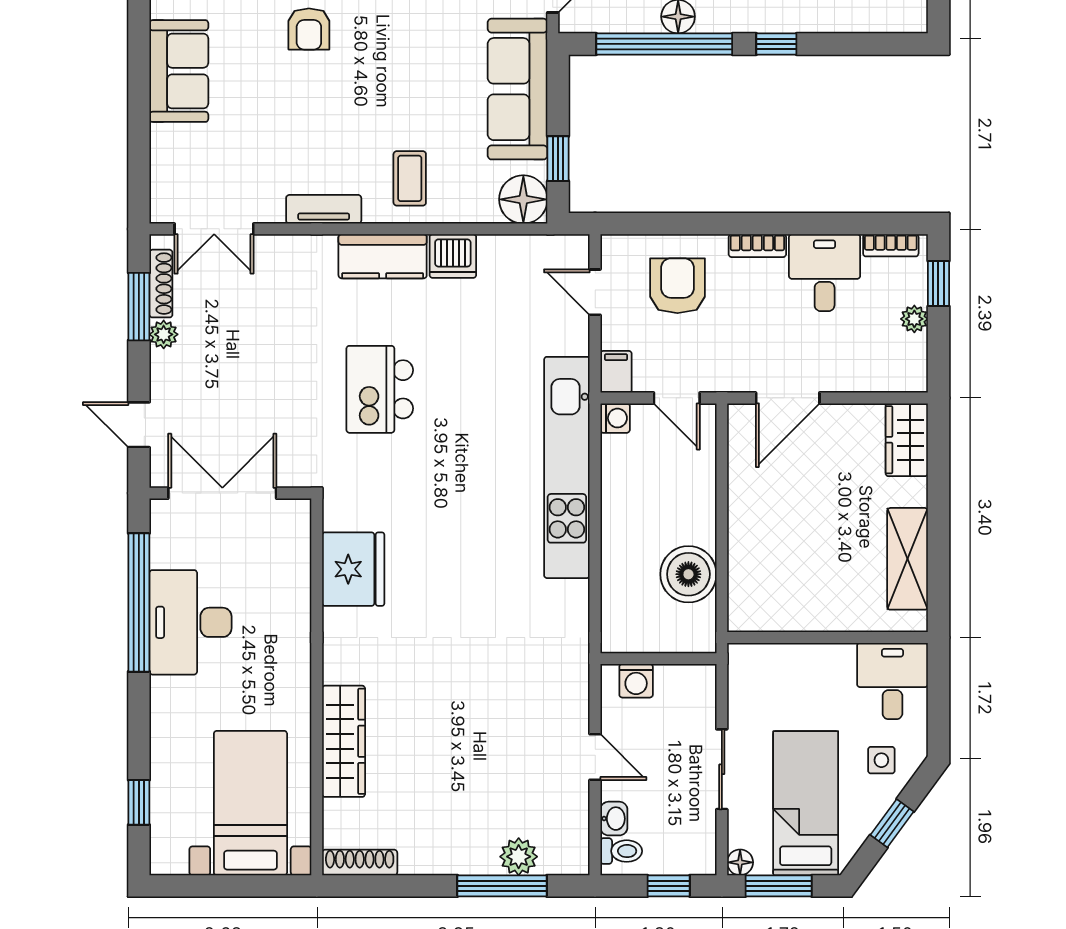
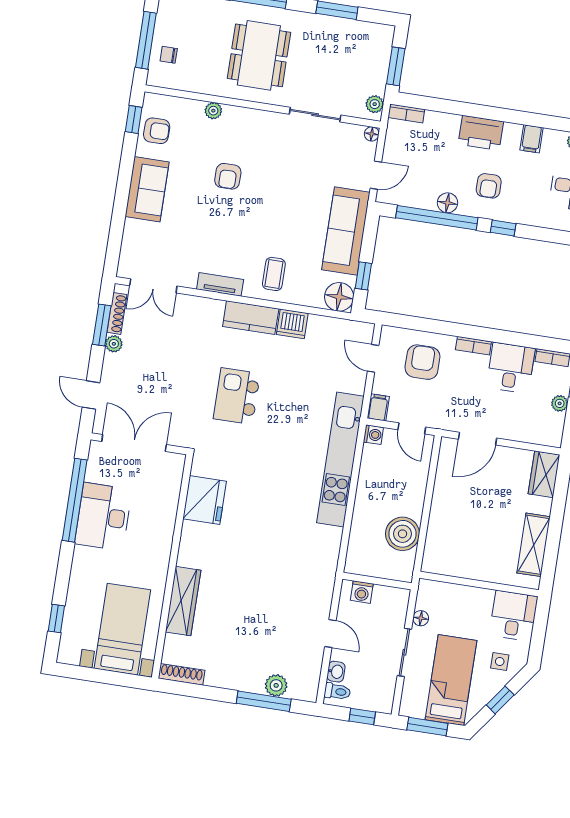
floor lamp: (740, 862) -> (421, 618), moved

